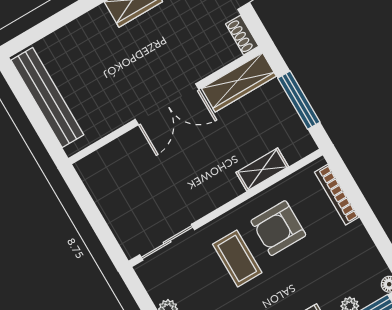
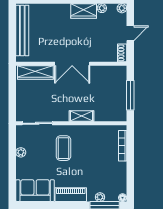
wardrobe: (239, 82) -> (35, 72), moved
shelving: (262, 170) -> (81, 116), moved
armchair: (278, 228) -> (89, 145), removed

